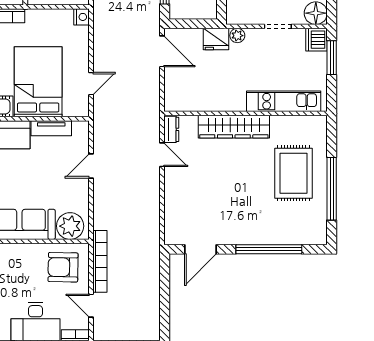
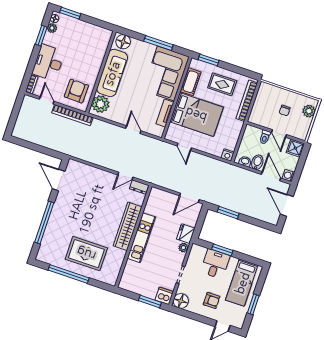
kitchen unit: (284, 101) -> (141, 238), moved
door: (91, 306) -> (47, 100), hinge flipped

